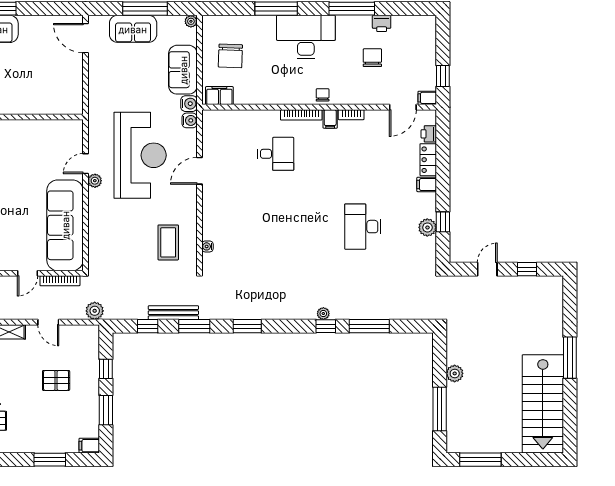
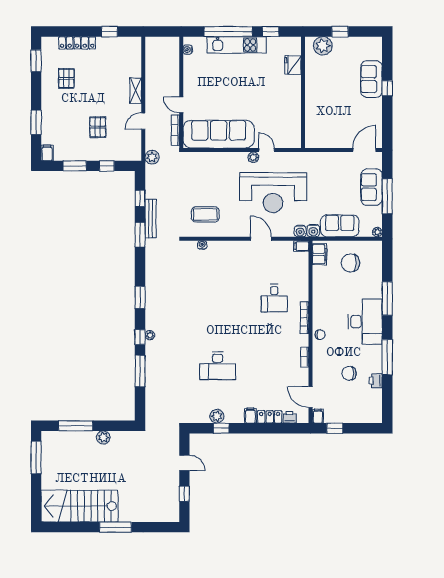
chair: (372, 58) -> (349, 373), turned 180
filing cabinet: (330, 119) -> (301, 246), moved
desk: (363, 227) -> (218, 366), turned 180
window: (247, 326) -> (140, 297), moved

